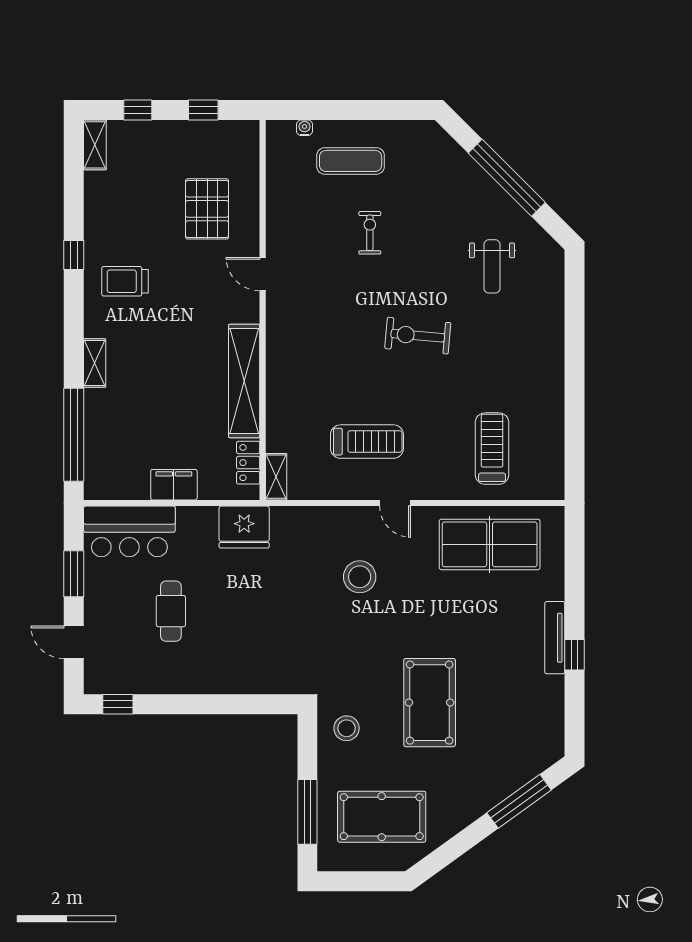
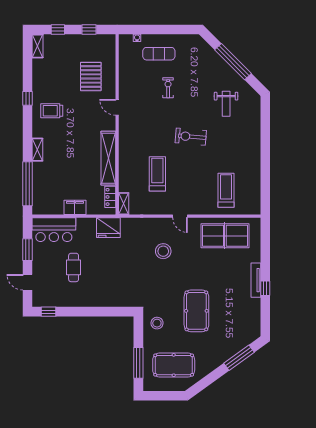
treadmill: (367, 442) -> (157, 174), moved, turned -90

